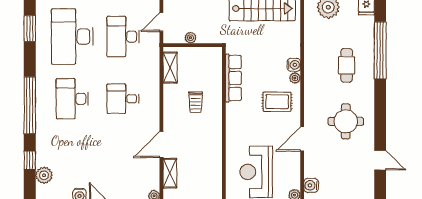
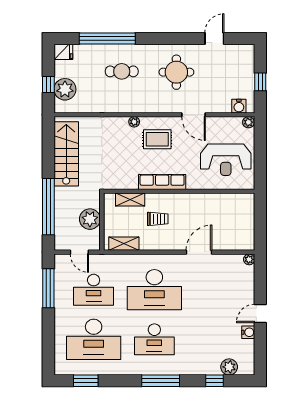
plant: (190, 38) -> (90, 219), width x1.87, depth x1.87
water cooler: (294, 65) -> (121, 123), removed
row of seats: (233, 78) -> (162, 182), moved
desk: (123, 99) -> (154, 290), width x1.87, depth x1.30
rug: (277, 102) -> (157, 139), turned 90
window: (30, 105) -> (161, 381), width x0.68
door: (161, 144) -> (199, 252), swing flipped
shelving: (170, 173) -> (130, 200), moved

